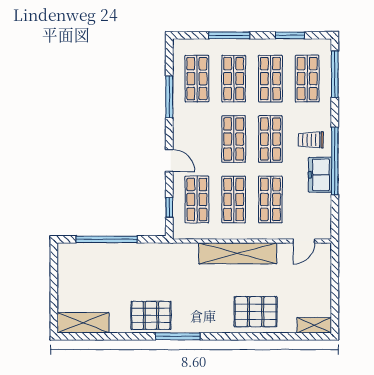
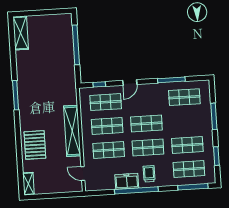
shop shelf: (234, 79) -> (186, 121), removed
pallet: (151, 315) -> (28, 77), removed

